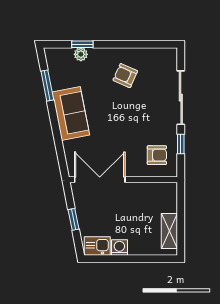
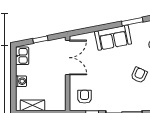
armchair: (157, 155) -> (84, 97), turned 180
washing machine: (119, 248) -> (21, 81), moved

